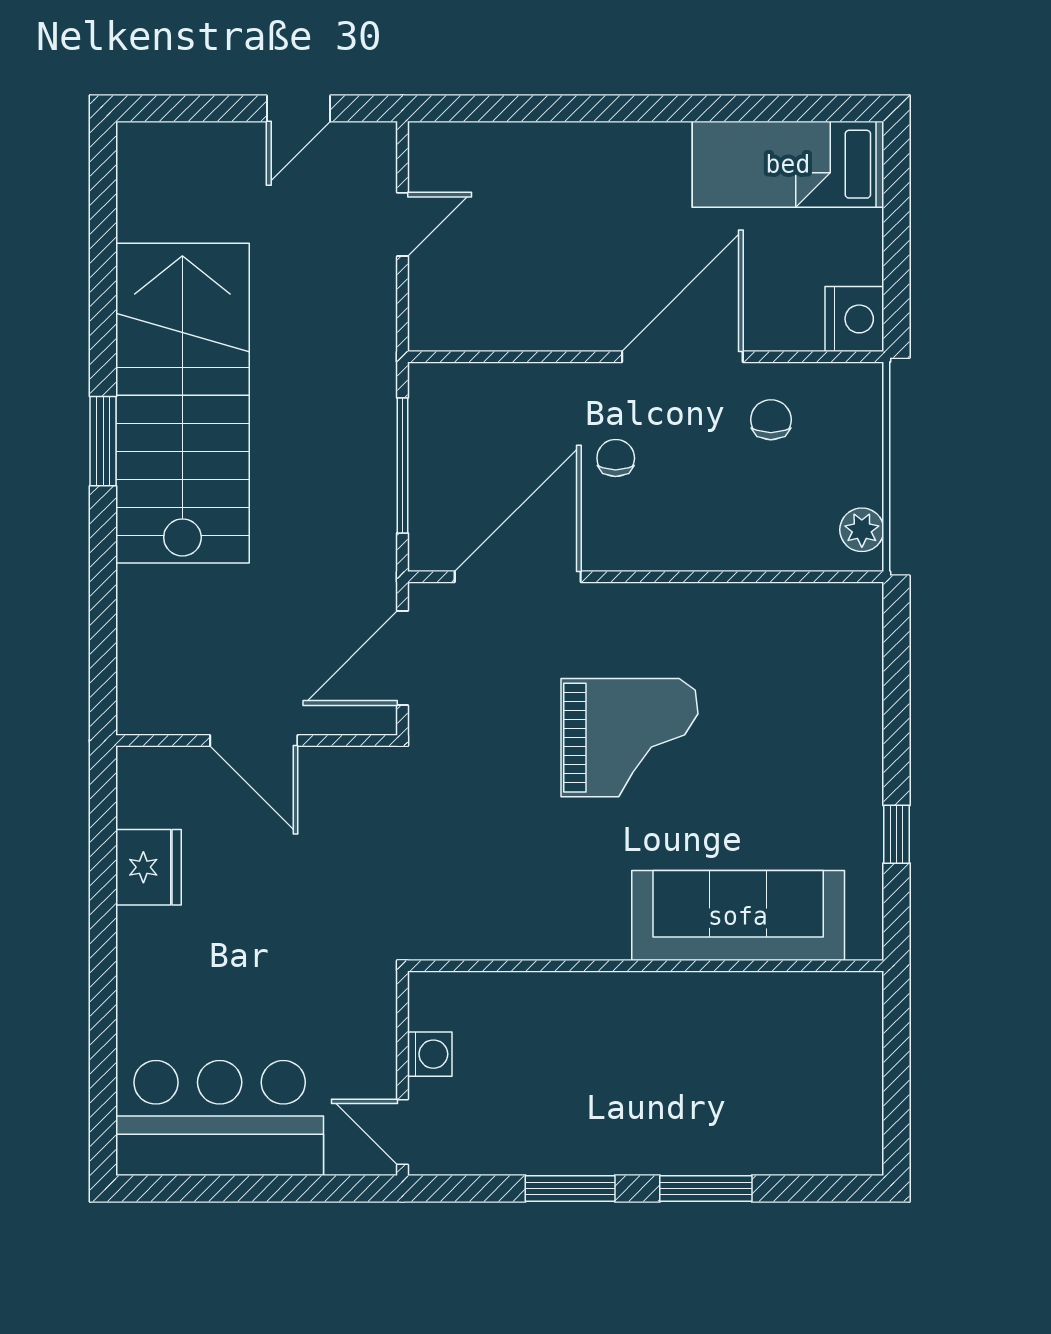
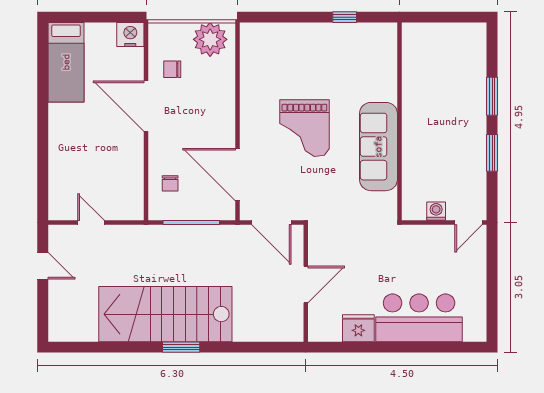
chair: (616, 458) -> (170, 183), moved, turned -90
plant: (862, 530) -> (210, 39), width x1.87, depth x1.87
grand piano: (630, 738) -> (304, 128), turned 180
sofa: (738, 916) -> (378, 147), moved
bar counter: (220, 1118) -> (419, 318), moved, turned 90

